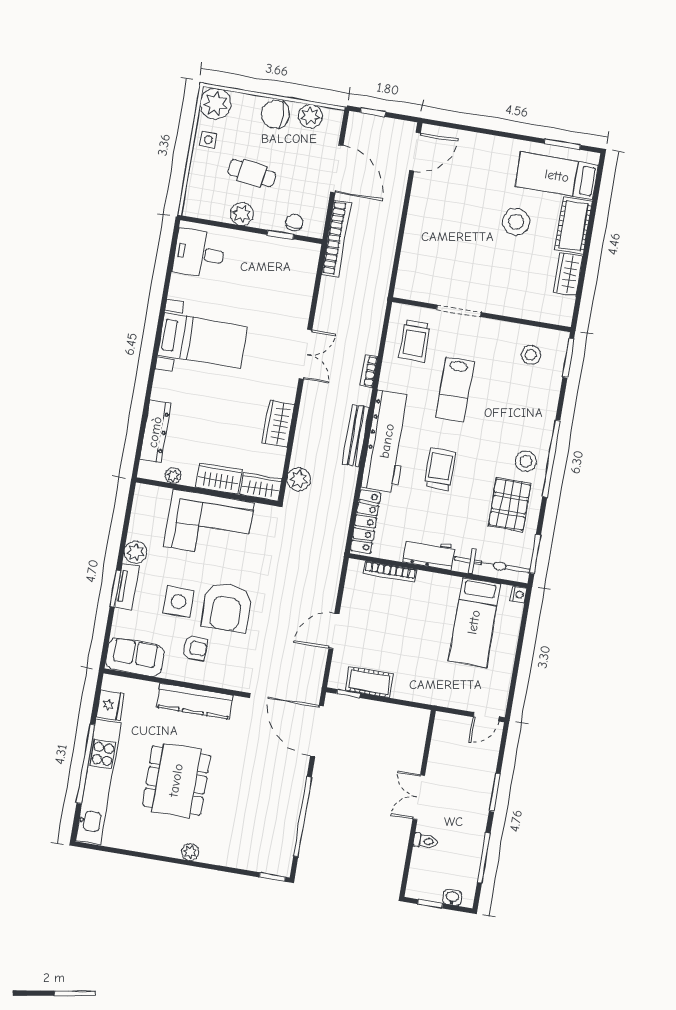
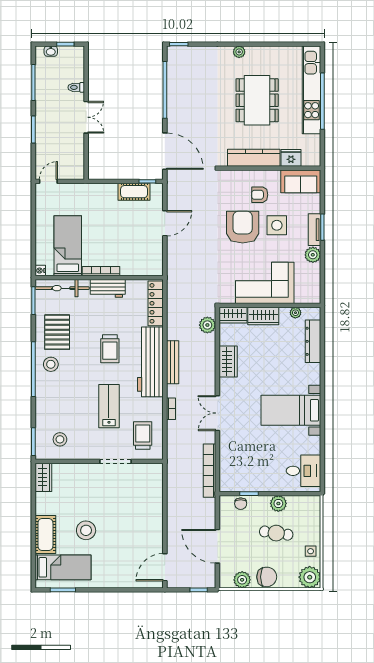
bookcase: (336, 238) -> (210, 471), moved
wardrobe: (568, 274) -> (43, 477), moved
bookcase: (390, 572) -> (101, 271), moved
fridge: (110, 705) -> (291, 158), moved, turned 90

